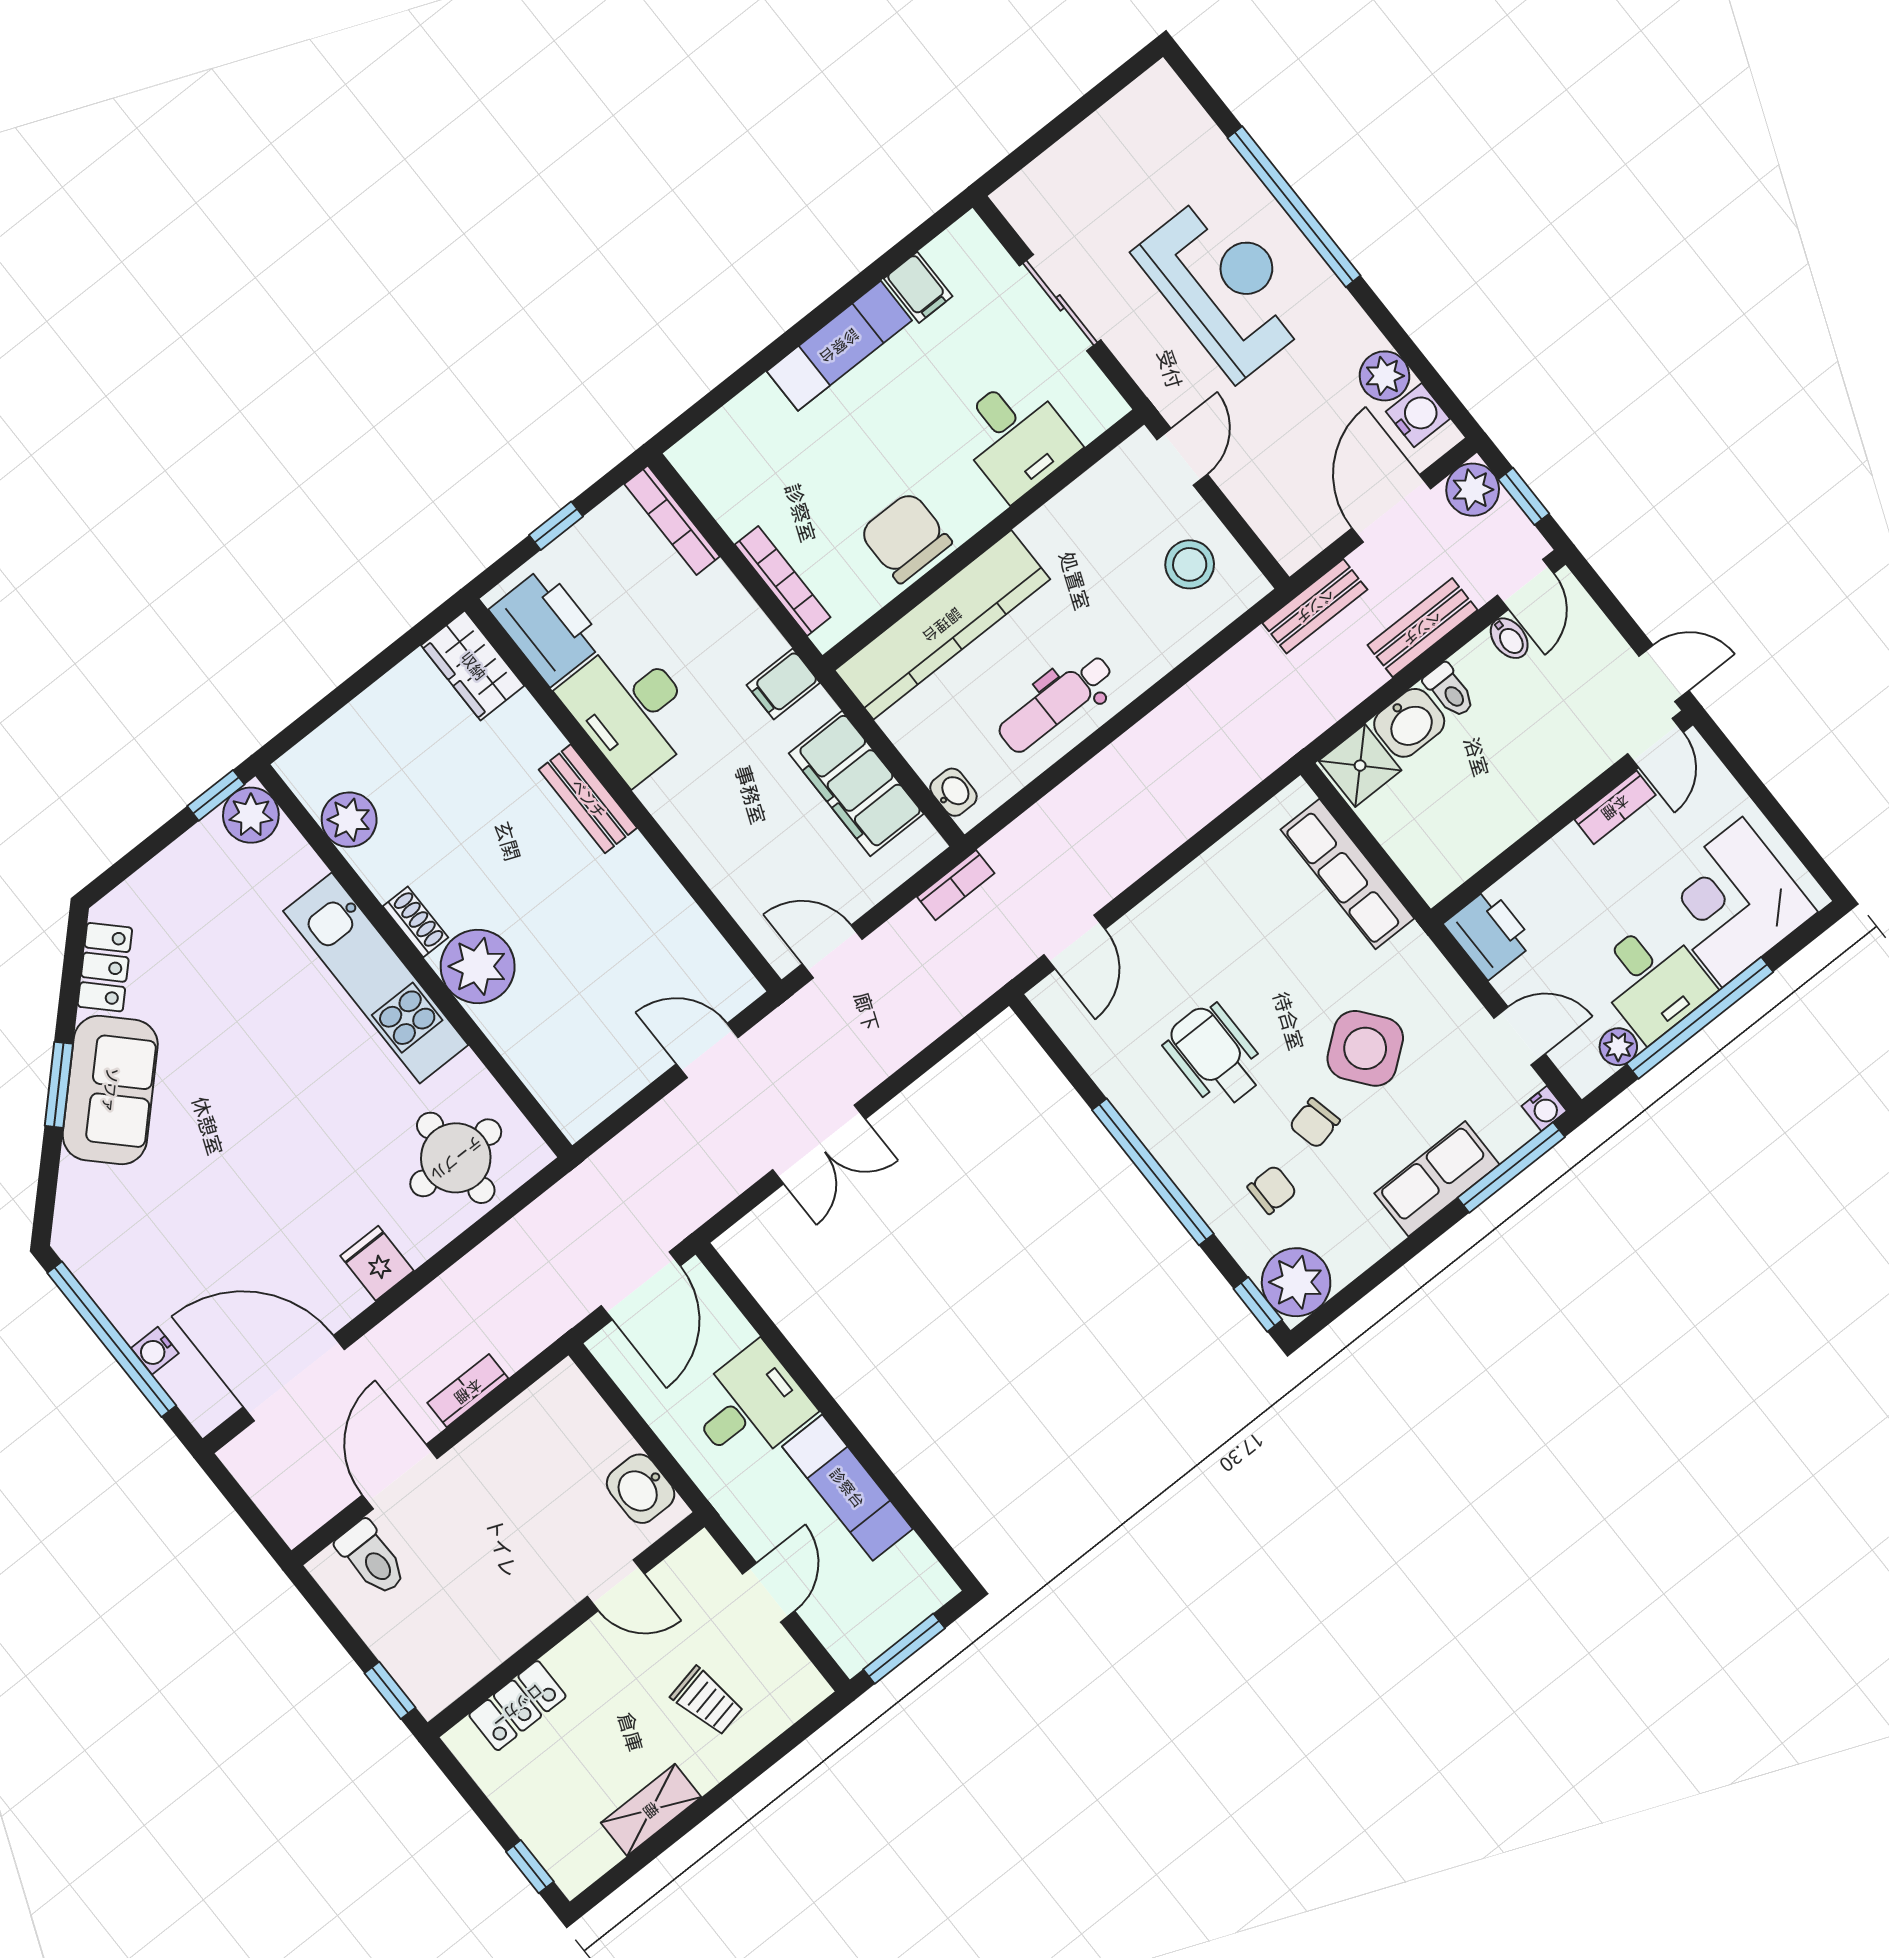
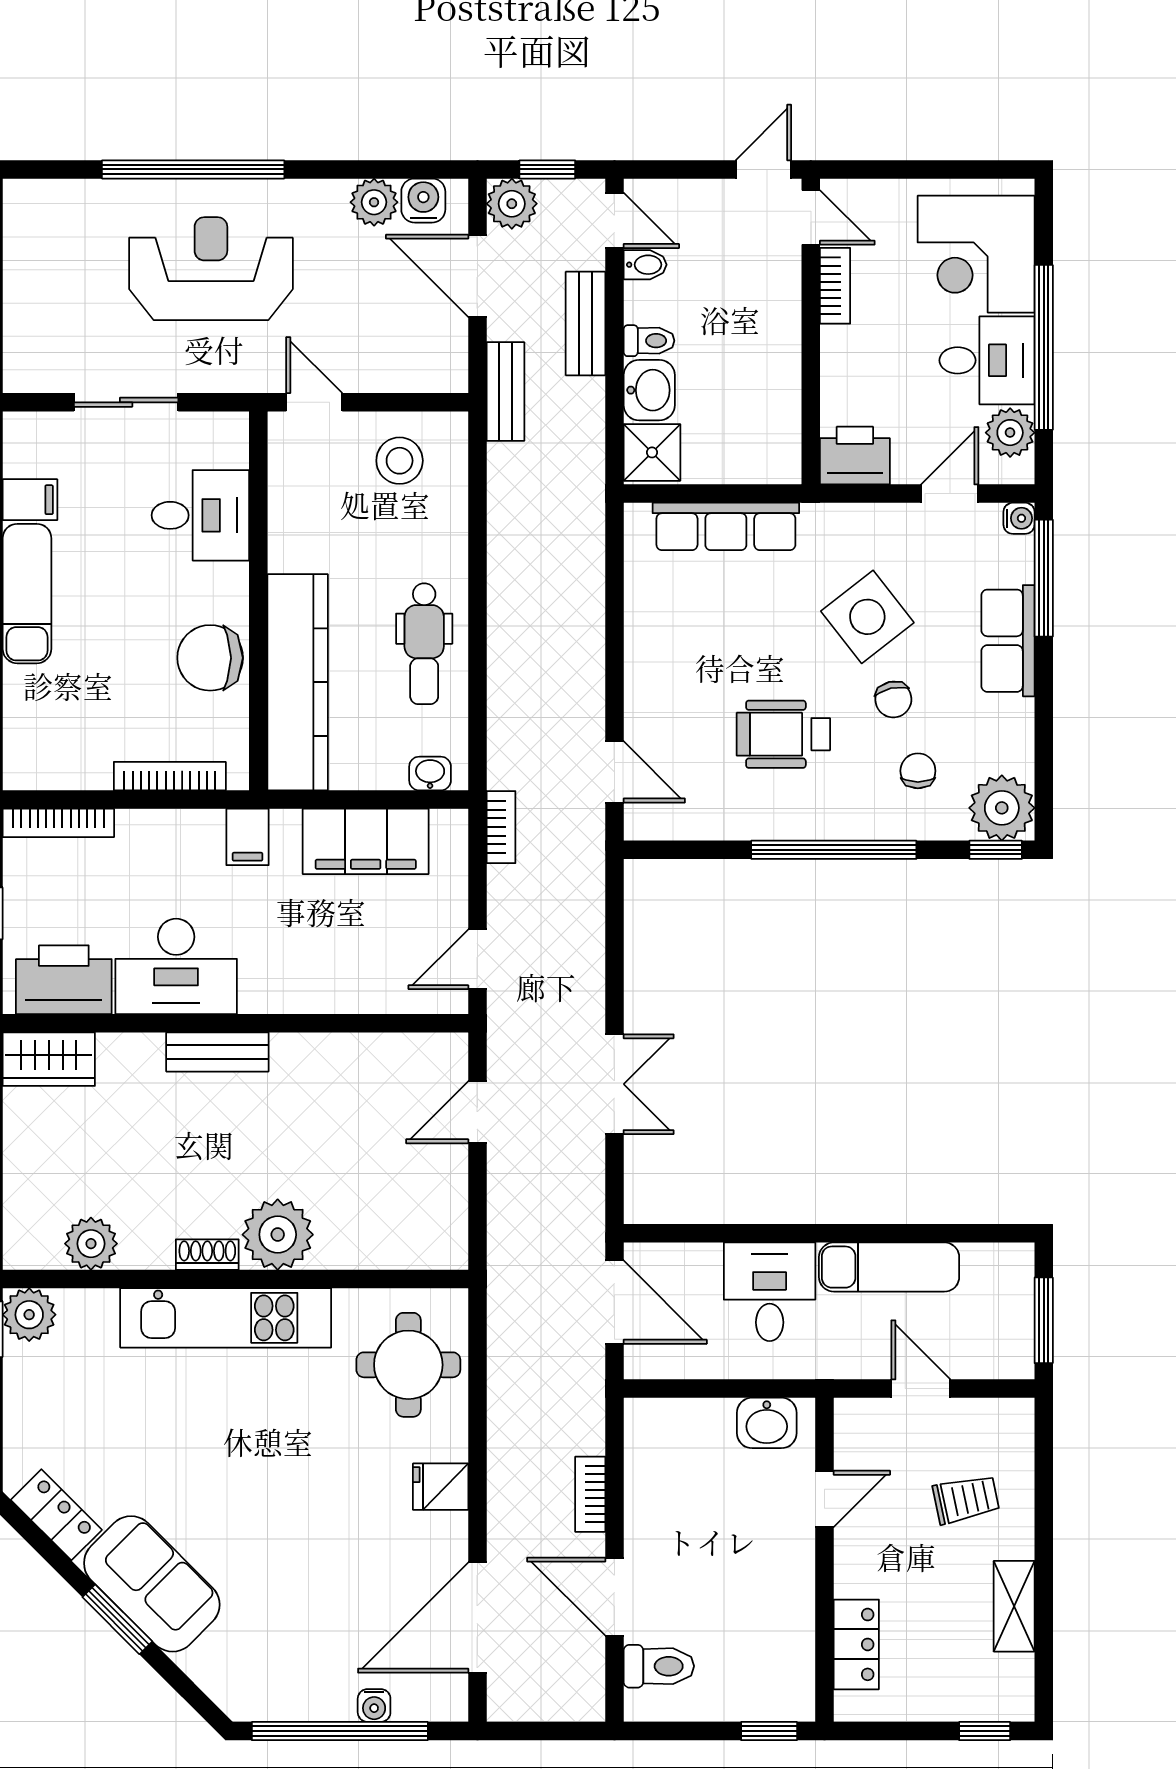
plant: (1618, 1047) -> (1010, 433), width x1.38, depth x1.38

